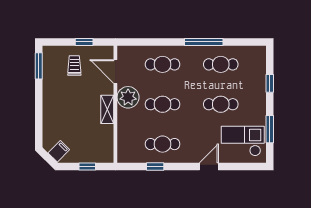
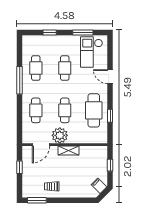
trolley: (74, 65) -> (52, 186), moved
cafe table: (163, 144) -> (94, 110), width x1.37, depth x1.35

